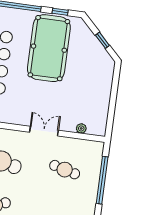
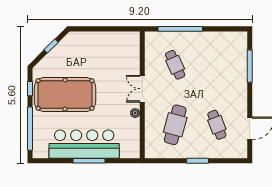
plant: (81, 128) -> (135, 113), moved
cafe table: (65, 170) -> (175, 65), turned -39

